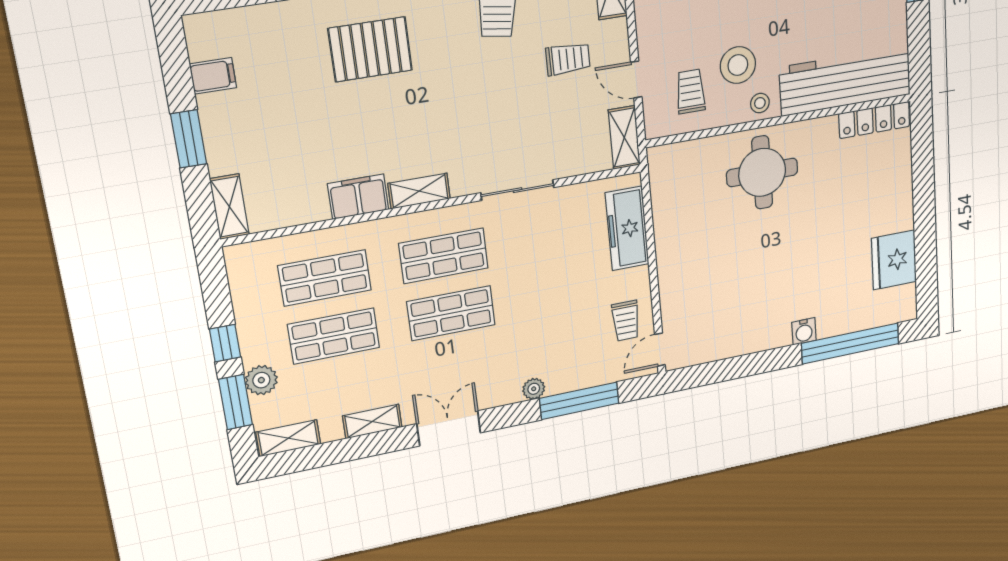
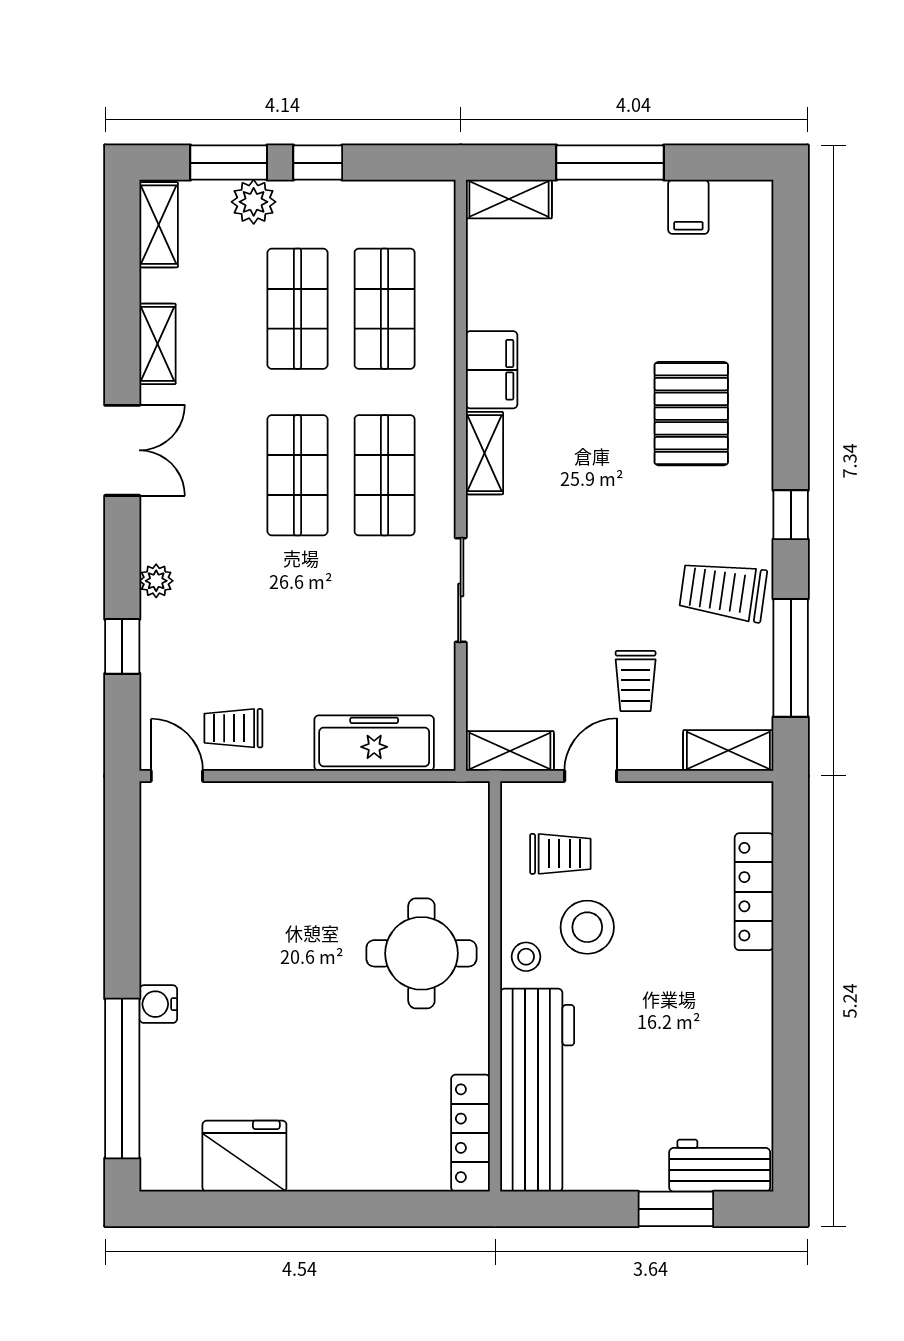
window: (189, 139) -> (610, 163), width x1.44
window: (579, 401) -> (122, 646), width x0.46

